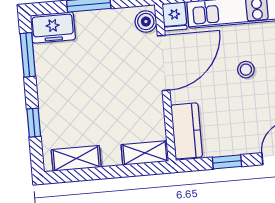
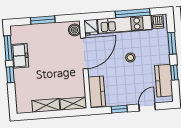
freezer: (53, 27) -> (20, 56), moved, turned -90
window: (34, 123) -> (10, 75), moved
shelving: (76, 158) -> (46, 105), moved

